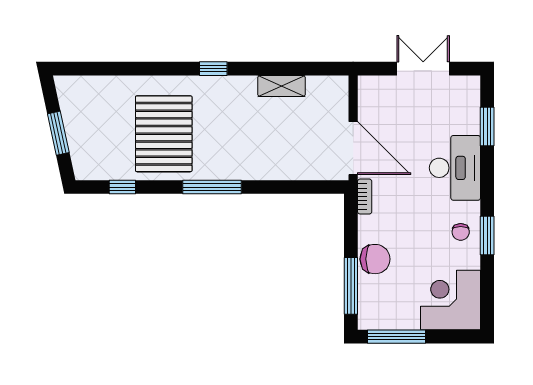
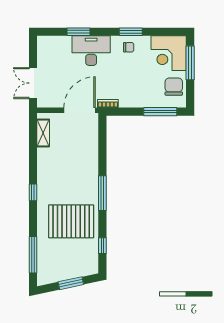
window: (107, 69) -> (33, 255), added
double door: (423, 69) -> (33, 83), moved
shelving: (281, 86) -> (43, 133), moved
window: (487, 127) -> (78, 32), moved
chair: (375, 259) -> (174, 87), moved
window: (396, 337) -> (190, 63), moved

